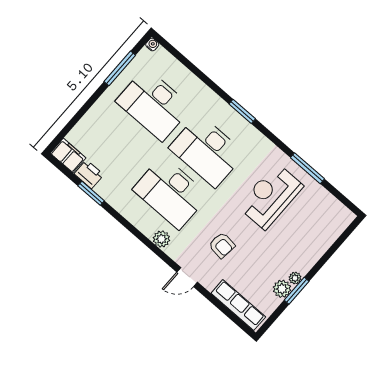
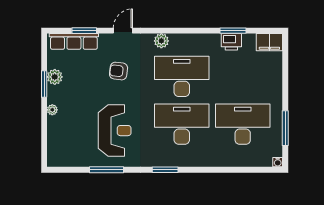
window: (242, 111) -> (165, 170), moved
printer: (89, 174) -> (231, 42), moved
plant: (295, 278) -> (52, 110), moved
window: (221, 307) -> (84, 31), added

